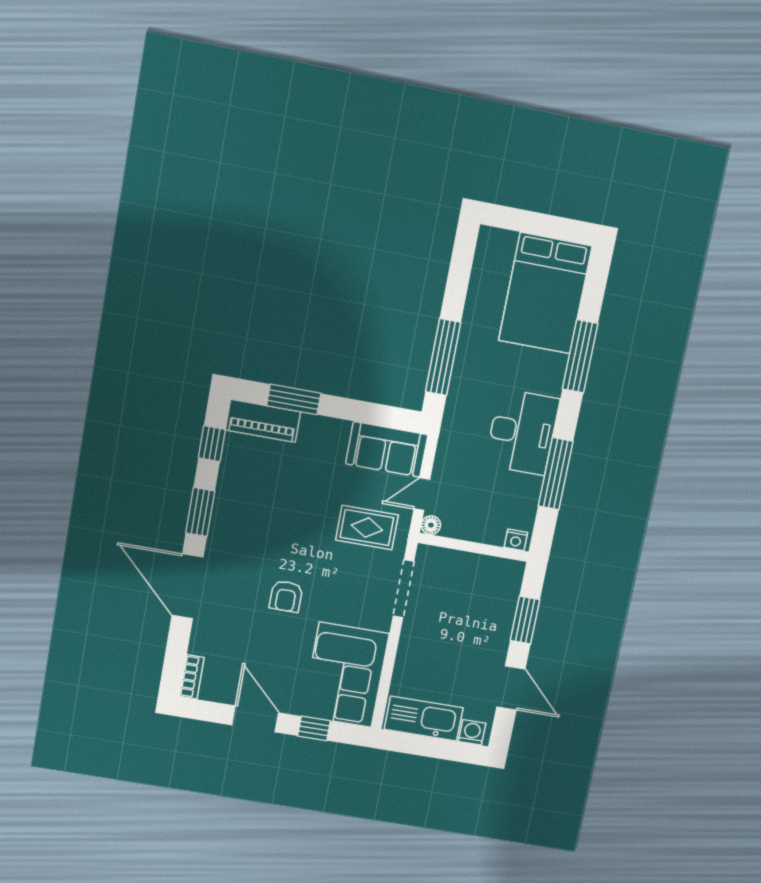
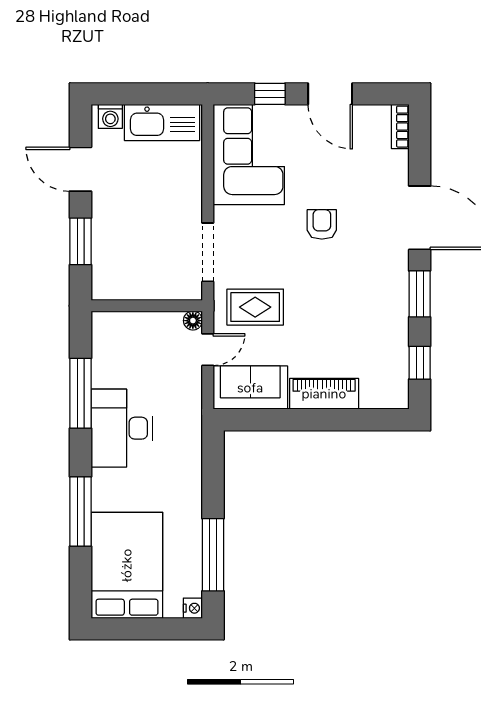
window: (443, 357) -> (213, 555), moved
window: (294, 399) -> (349, 420), removed
piano: (263, 421) -> (324, 394), moved
nightstand: (516, 540) -> (193, 608), moved, turned 90

